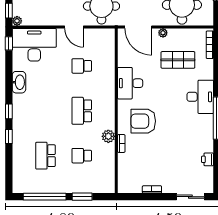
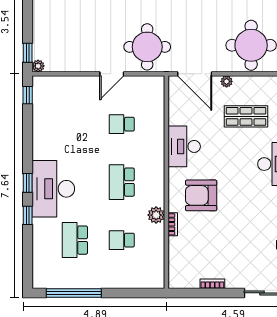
door: (74, 27) -> (112, 74), hinge flipped
desk: (34, 45) -> (53, 189), moved, turned -90
washbasin: (19, 82) -> (41, 145), removed
window: (82, 197) -> (122, 293), removed

